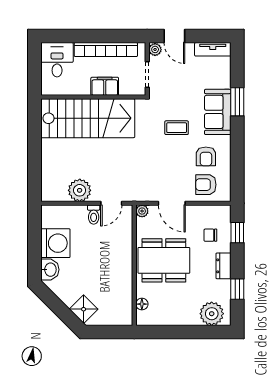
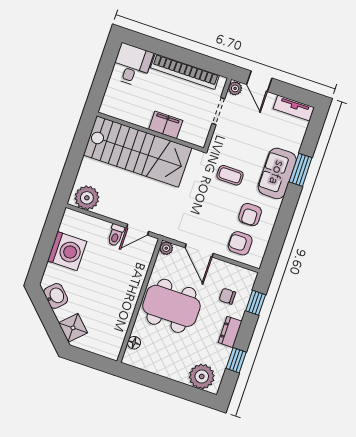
filing cabinet: (105, 86) -> (166, 125), moved
wall: (93, 97) -> (150, 132), moved
stairs: (88, 118) -> (137, 151), moved
plant: (80, 190) -> (87, 198), moved
washbasin: (50, 270) -> (56, 296), moved, turned -45

